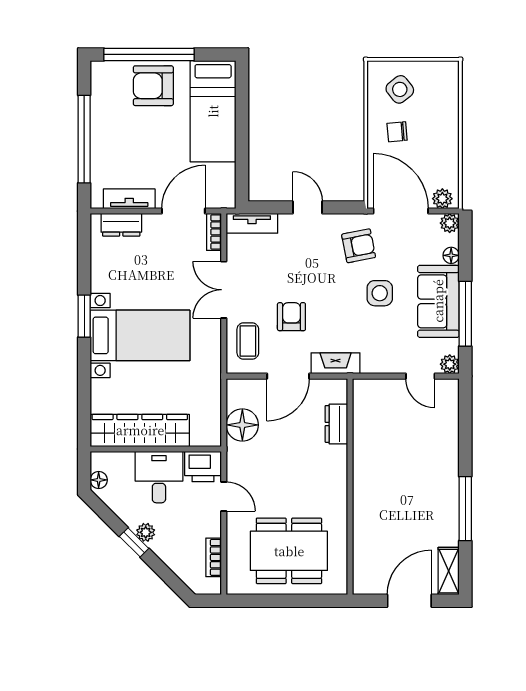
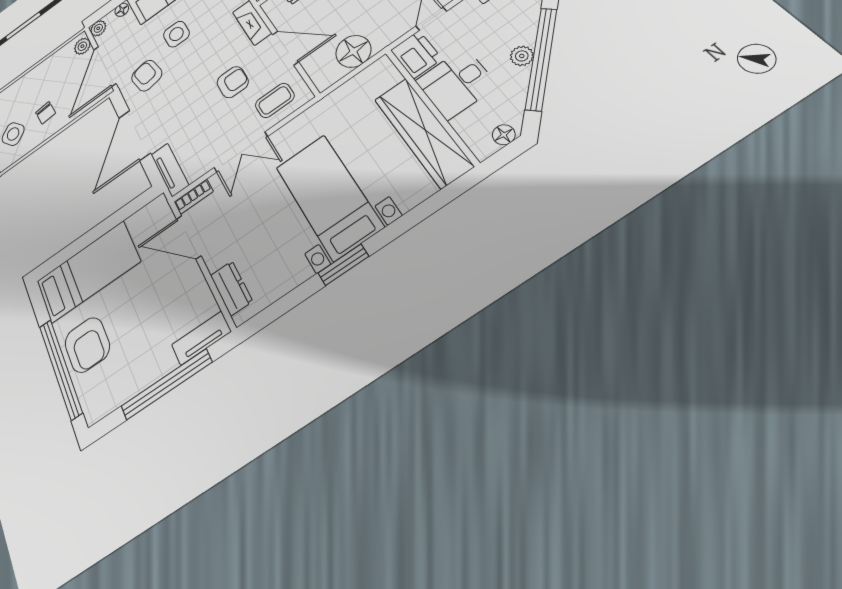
tv unit: (129, 199) -> (201, 338), moved, turned 90
door: (307, 207) -> (135, 135), width x1.88
armchair: (291, 317) -> (233, 82), turned 180
window: (134, 542) -> (541, 59), width x3.17

